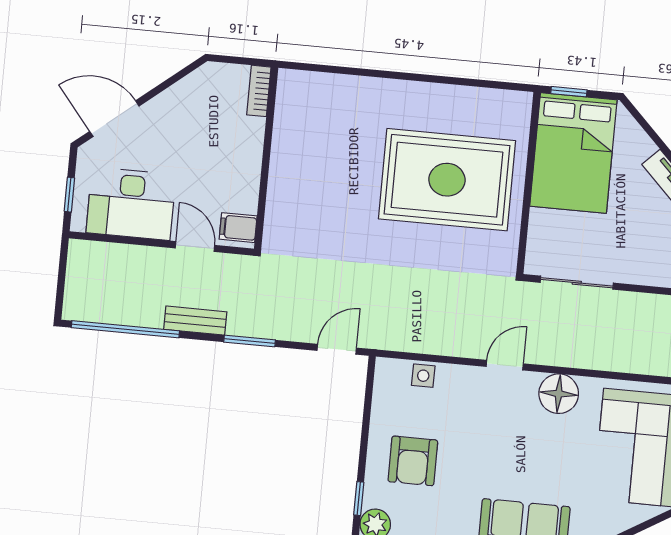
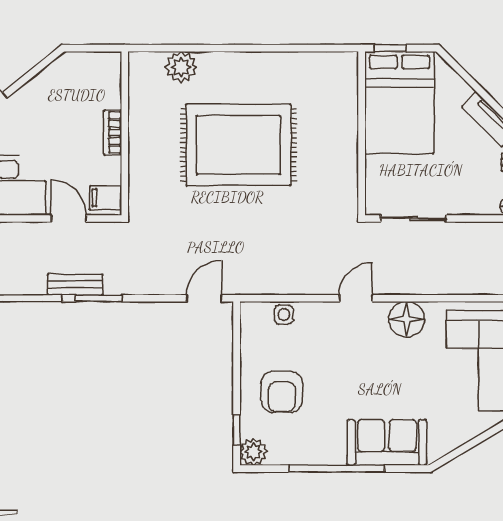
bookcase: (259, 91) -> (113, 132), moved
plant: (335, 91) -> (181, 67), added
rug: (447, 180) -> (238, 145), moved
window: (250, 341) -> (99, 298), moved

